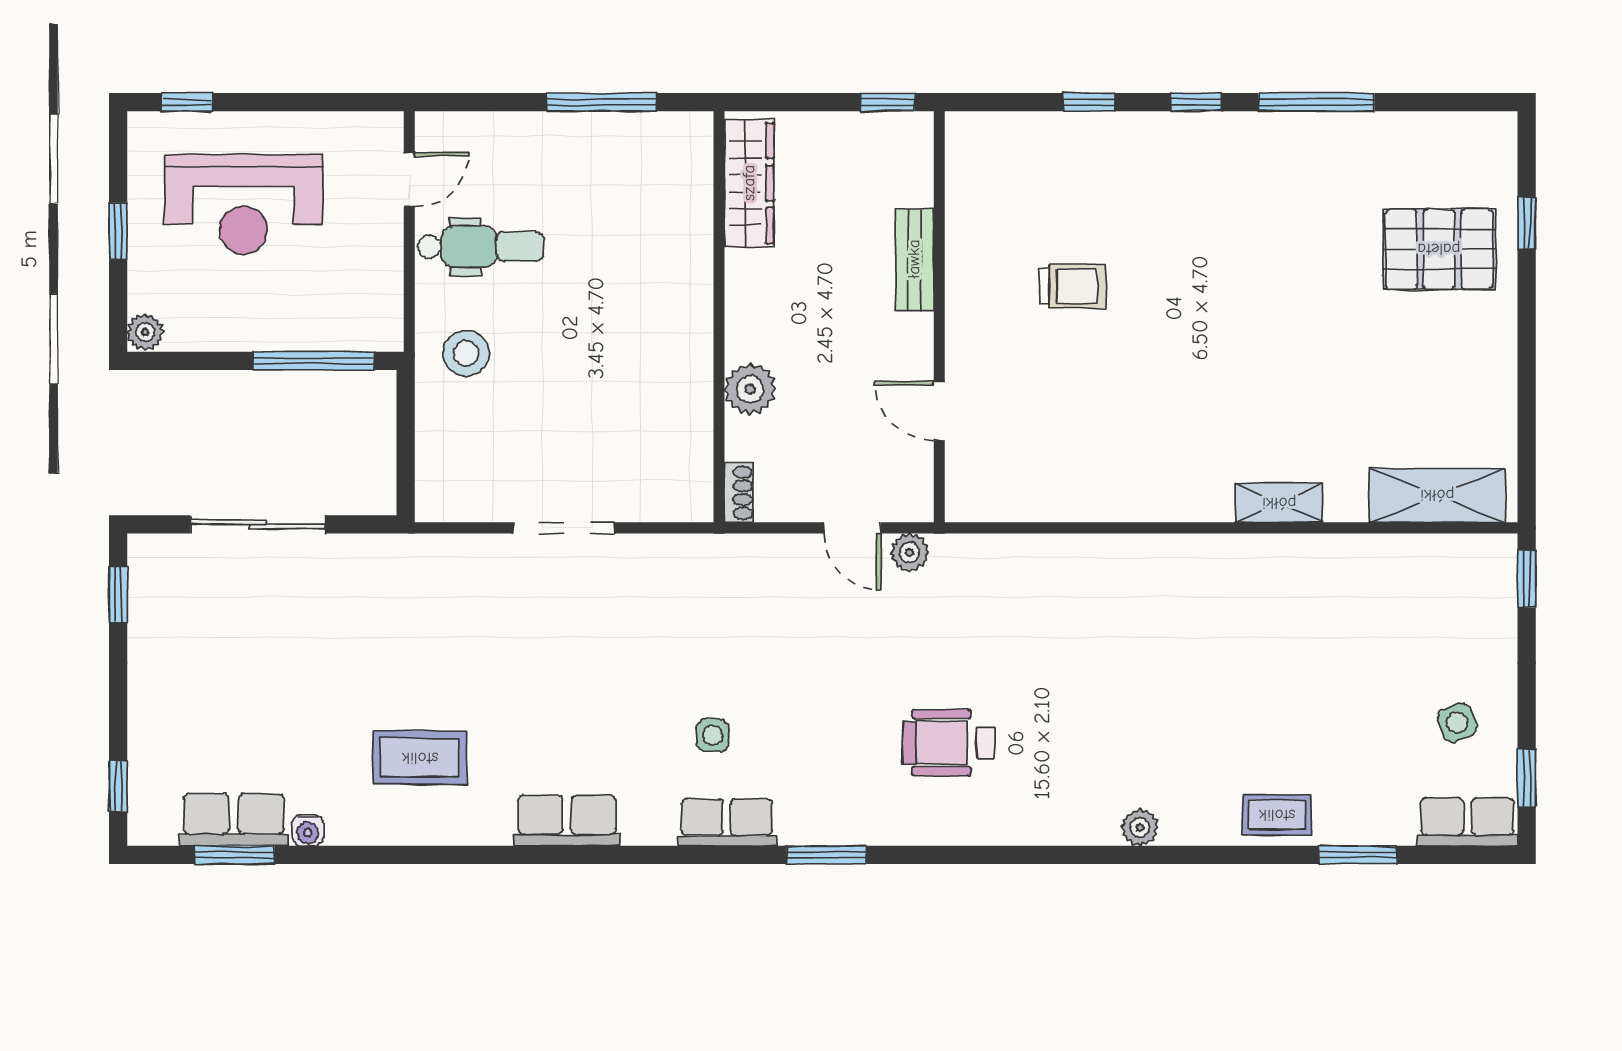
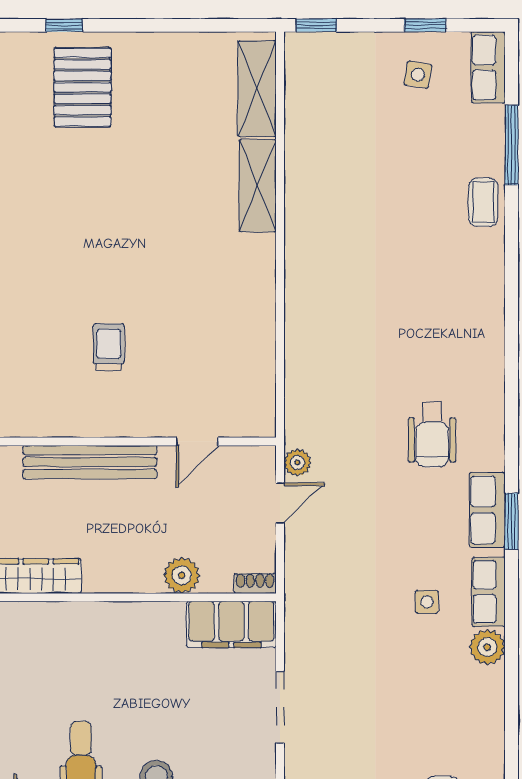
bench: (914, 259) -> (90, 462), width x1.86, depth x1.21
filing cabinet: (681, 459) -> (231, 624), added
shelving: (1279, 503) -> (258, 186), width x1.50, depth x1.33
side table: (1457, 723) -> (418, 75), turned 31
window: (1527, 778) -> (425, 25), moved
row of seats: (567, 821) -> (487, 510), moved
plant: (1140, 827) -> (487, 647), moved, width x1.38, depth x1.38
window: (1358, 855) -> (512, 145), width x1.44

